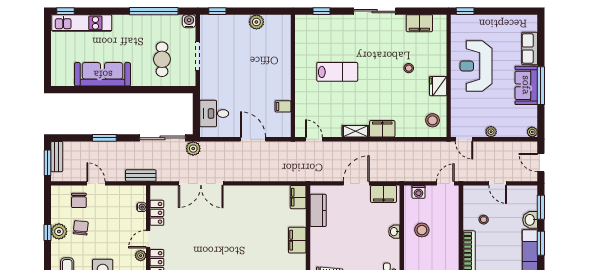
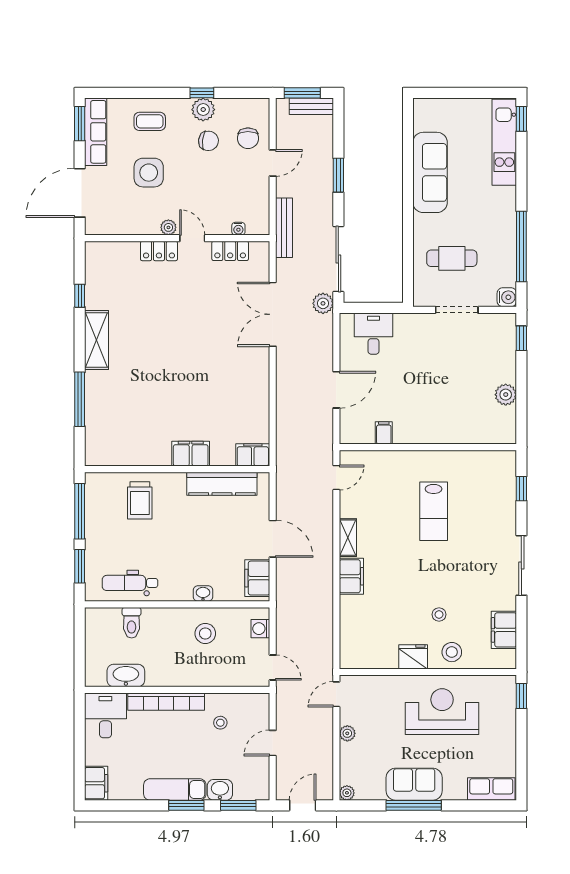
row of seats: (530, 48) -> (491, 789), moved
stool: (433, 120) -> (452, 652), moved
bench: (141, 175) -> (284, 228), width x1.36
chair: (79, 200) -> (248, 138), turned -90
kitchen counter: (318, 210) -> (222, 484), width x1.50

